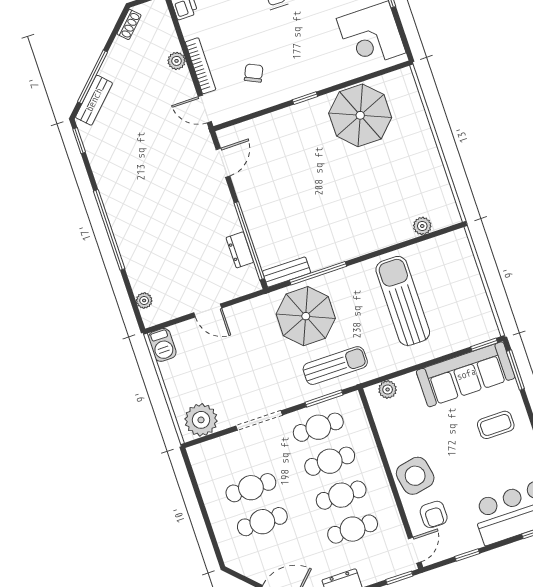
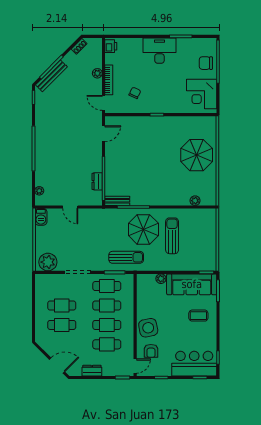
bench: (94, 100) -> (51, 76), width x1.36
parasol: (360, 115) -> (197, 155), moved
sun lounger: (403, 301) -> (172, 236), width x0.73, depth x0.75
parasol: (306, 316) -> (143, 229), moved
plant: (388, 389) -> (161, 279), moved

